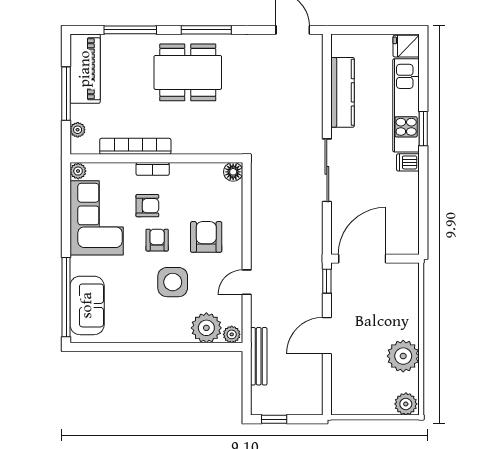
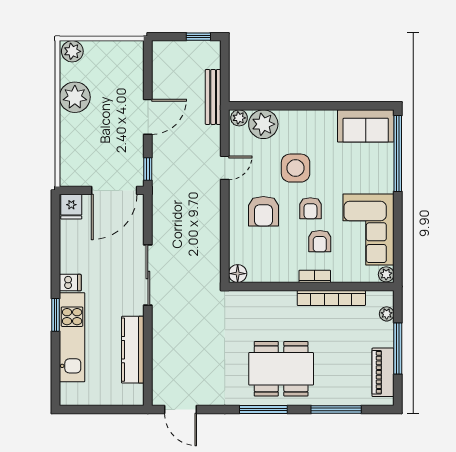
fridge: (406, 46) -> (71, 207), moved, turned 90
piano: (85, 69) -> (383, 372), width x0.73, depth x0.75
armchair: (147, 206) -> (320, 241), turned -90
sofa: (87, 305) -> (366, 126), moved, turned -90

